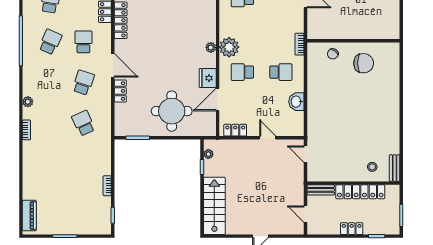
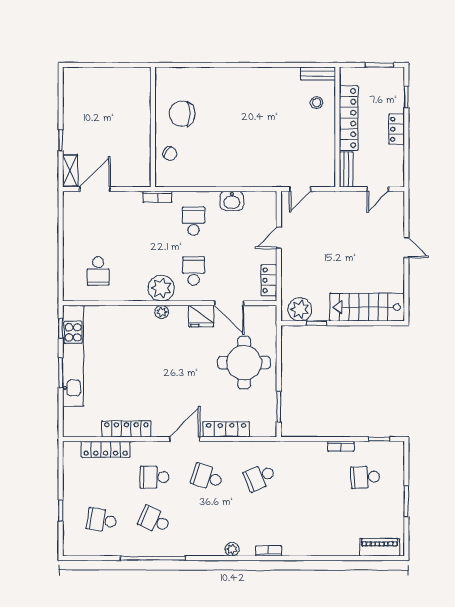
chair: (364, 63) -> (182, 114), turned -90
school desk: (242, 72) -> (194, 271), turned 180
locker: (120, 91) -> (226, 429), width x1.53
plant: (208, 154) -> (300, 309), width x1.88, depth x1.88
school desk: (83, 204) -> (365, 477), added

